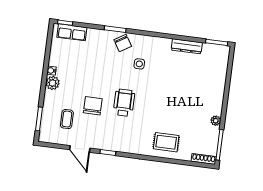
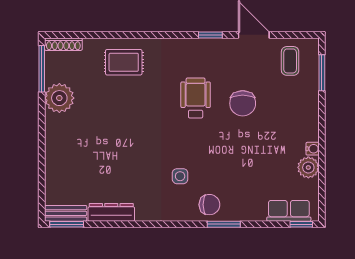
chair: (123, 43) -> (209, 205), turned 122
bench: (216, 49) -> (66, 213), added
plant: (53, 83) -> (308, 167), moved
wheelchair: (124, 103) -> (196, 98), moved, turned 180
coffee table: (67, 119) -> (290, 61), moved
plant: (216, 121) -> (59, 98), width x1.88, depth x1.88

